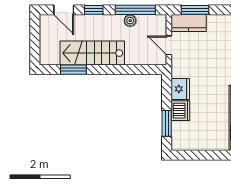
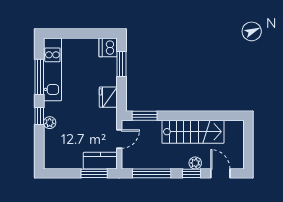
plant: (130, 21) -> (195, 163), moved
door: (169, 45) -> (119, 139), hinge flipped
window: (73, 70) -> (145, 116), moved
dishwasher: (180, 111) -> (108, 47), moved

